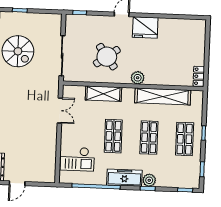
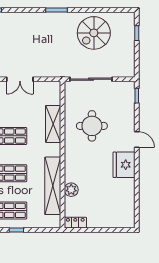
round table: (107, 57) -> (92, 126), turned 36
plant: (138, 78) -> (71, 190), moved
double door: (60, 111) -> (20, 79), moved

